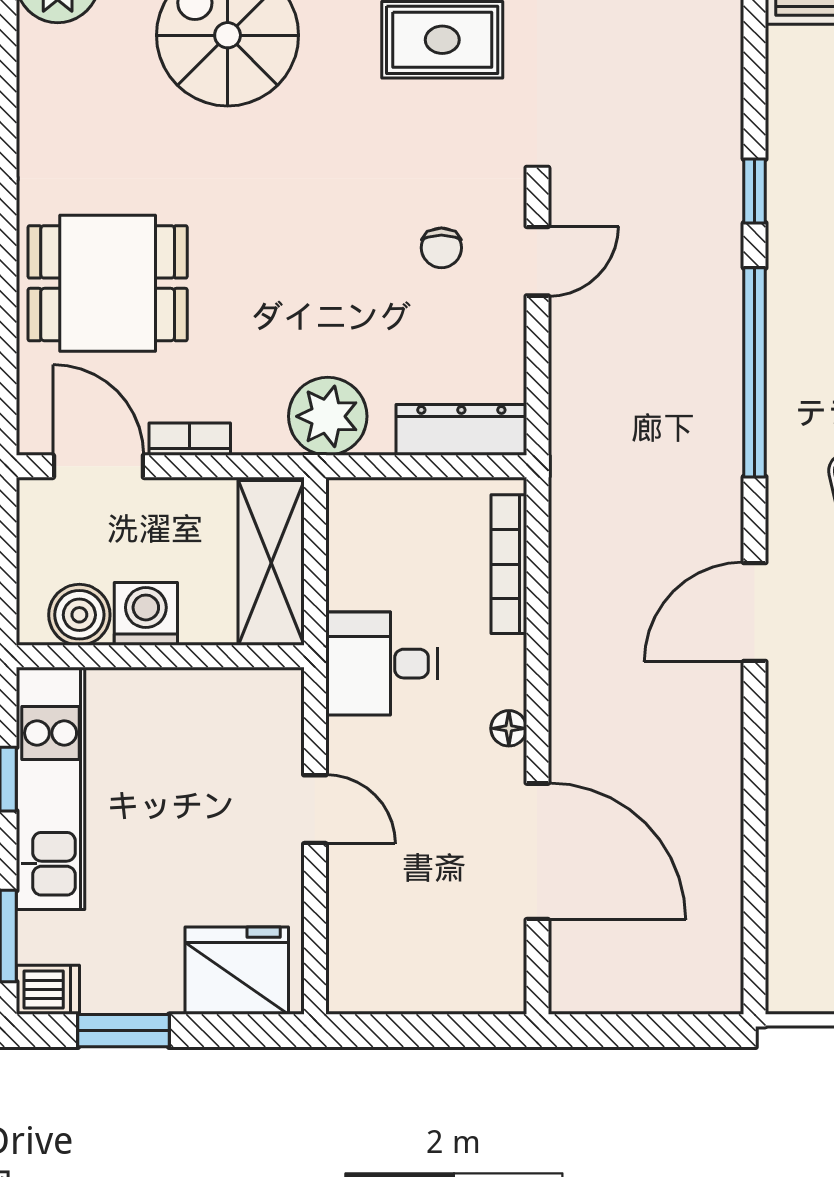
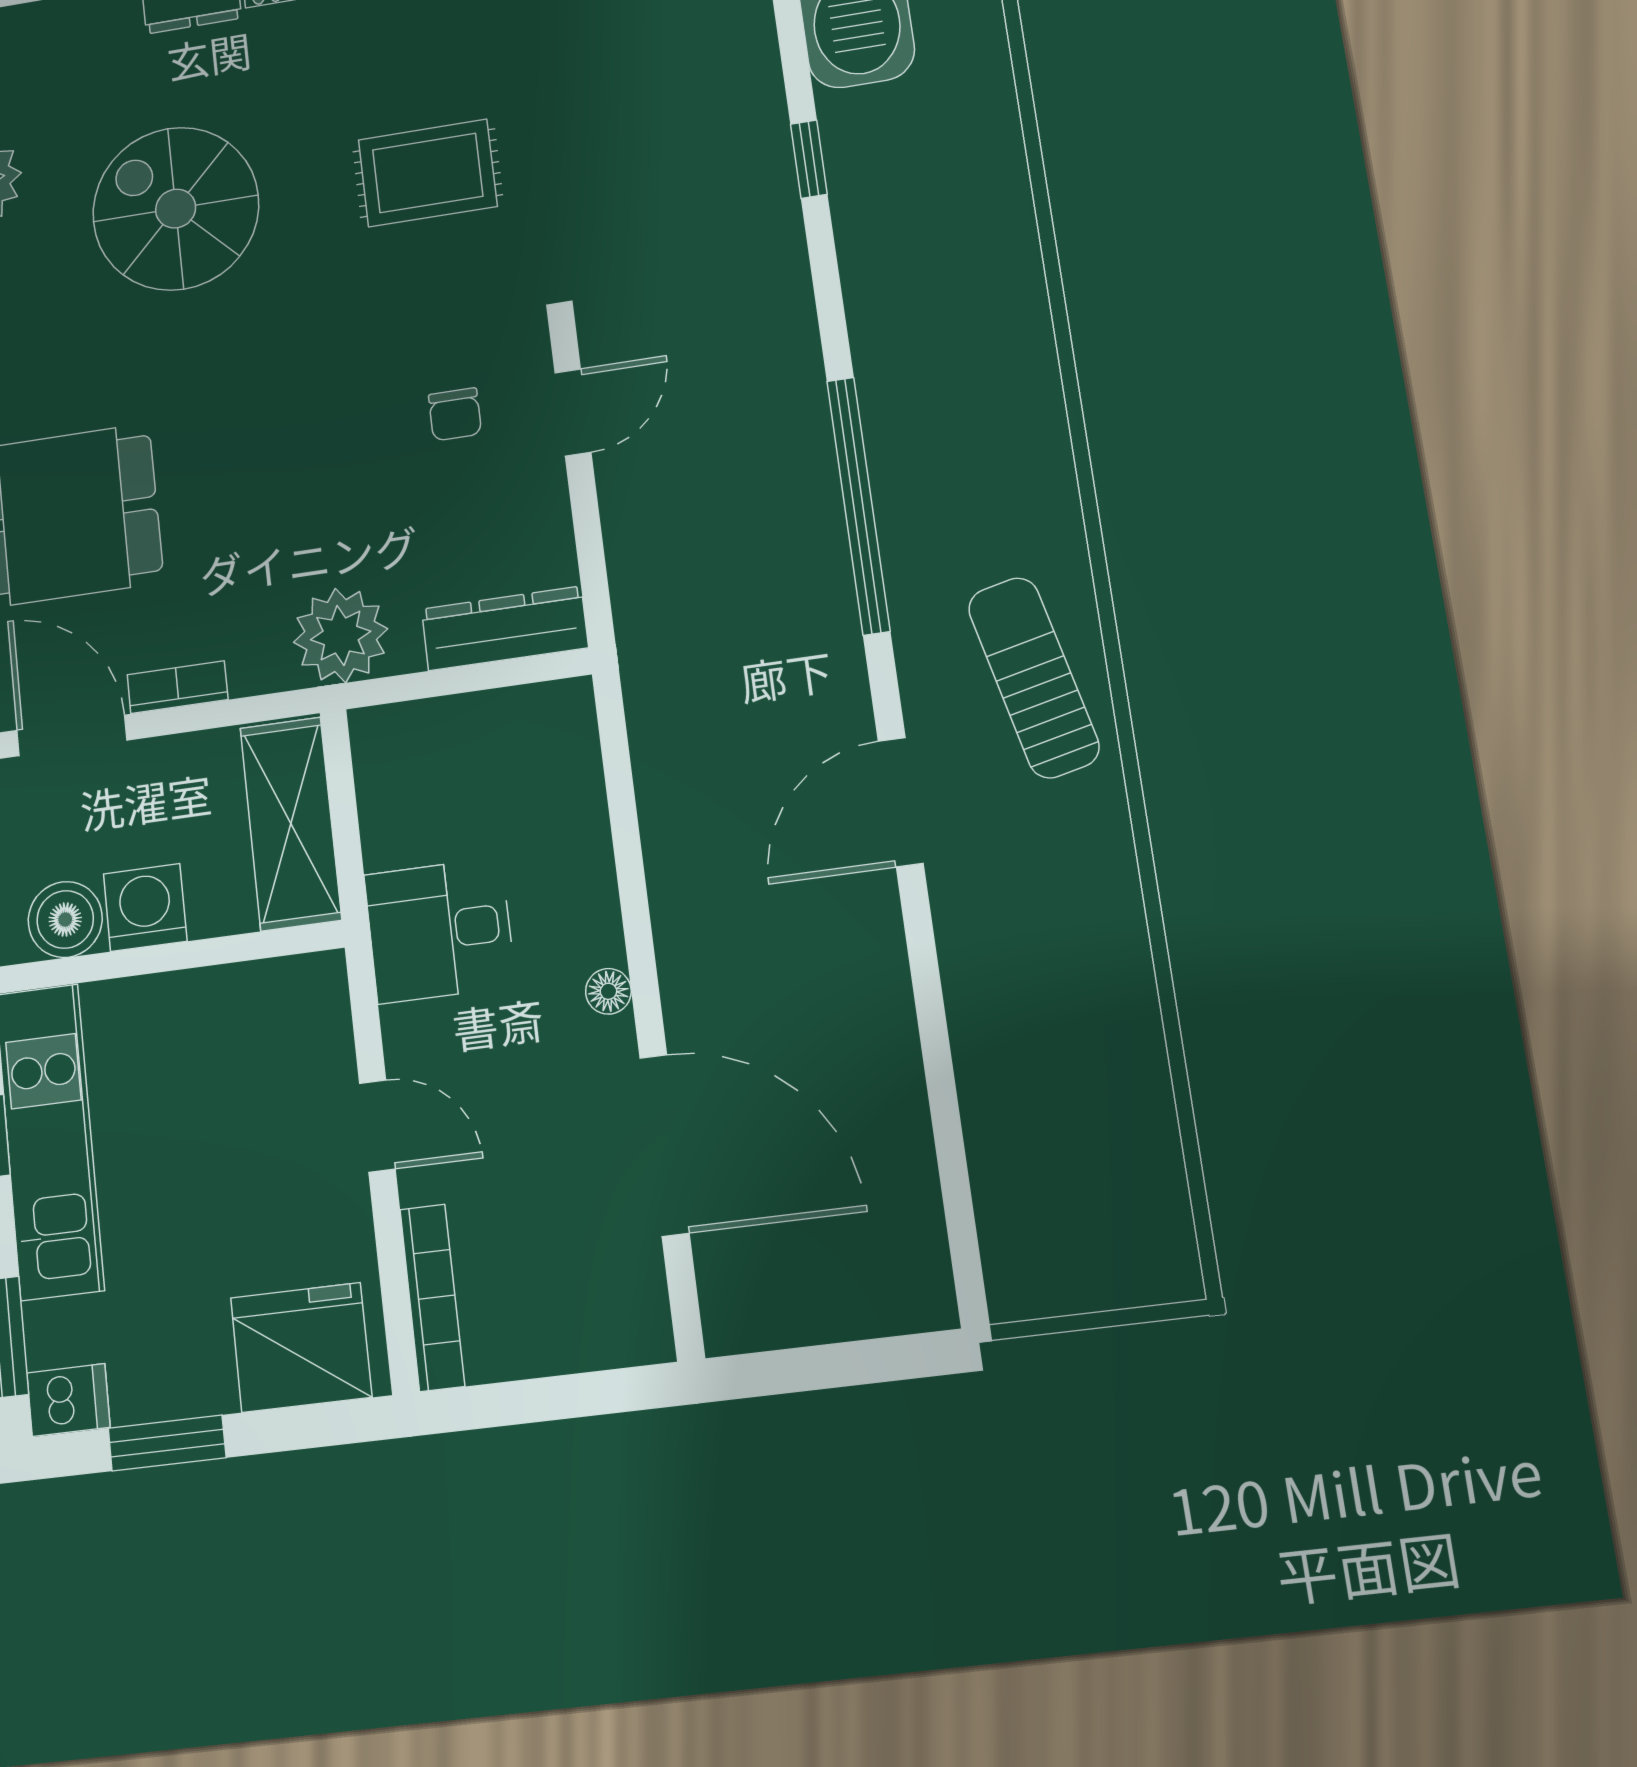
window: (755, 191) -> (809, 159), moved
bookcase: (509, 564) -> (432, 1298), moved, turned 180

